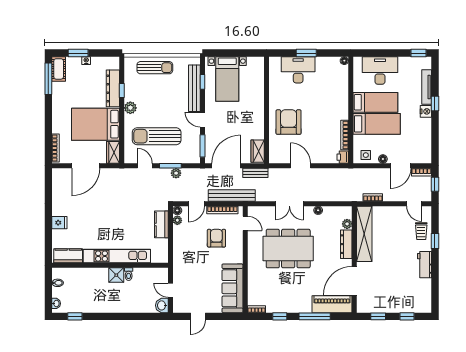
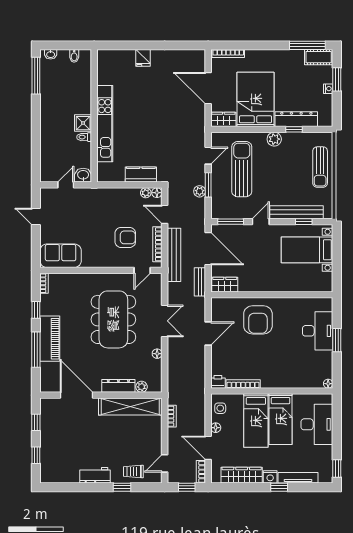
armchair: (289, 122) -> (258, 320), turned 90
wardrobe: (424, 136) -> (242, 475), added
double door: (289, 204) -> (165, 321), swing flipped
kitchen counter: (68, 256) -> (105, 68), removed
sofa: (232, 288) -> (61, 256), width x0.73
piano: (332, 304) -> (50, 339), moved
washbasin: (162, 305) -> (83, 175), moved
window: (75, 316) -> (36, 76), width x2.17

